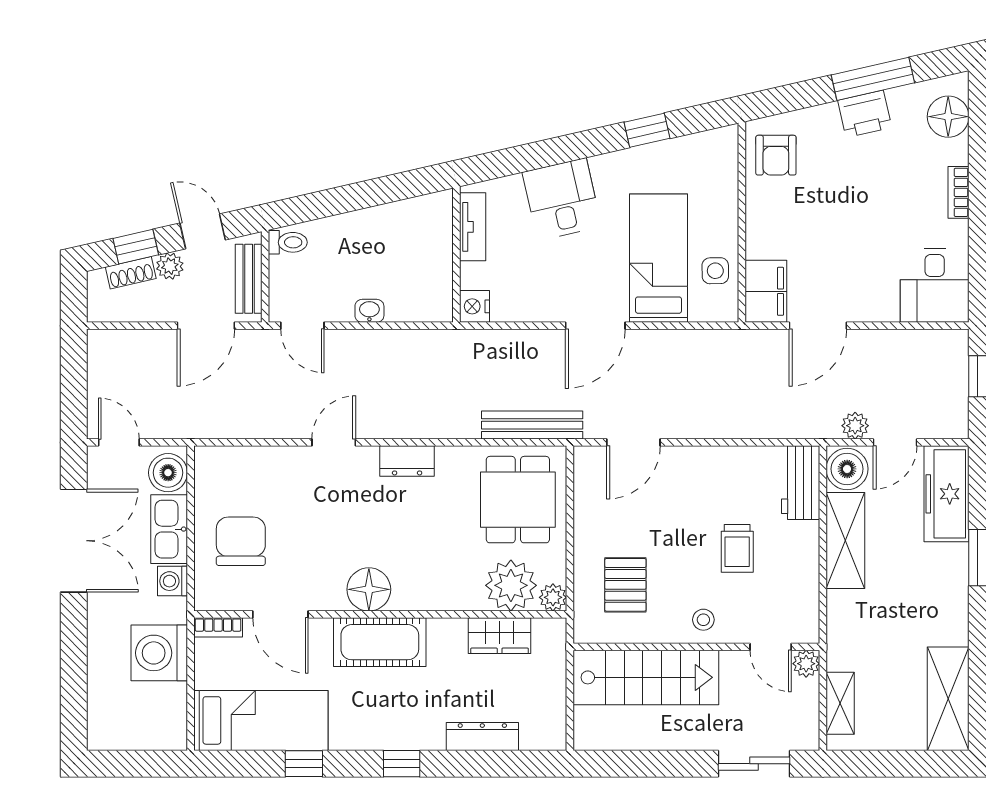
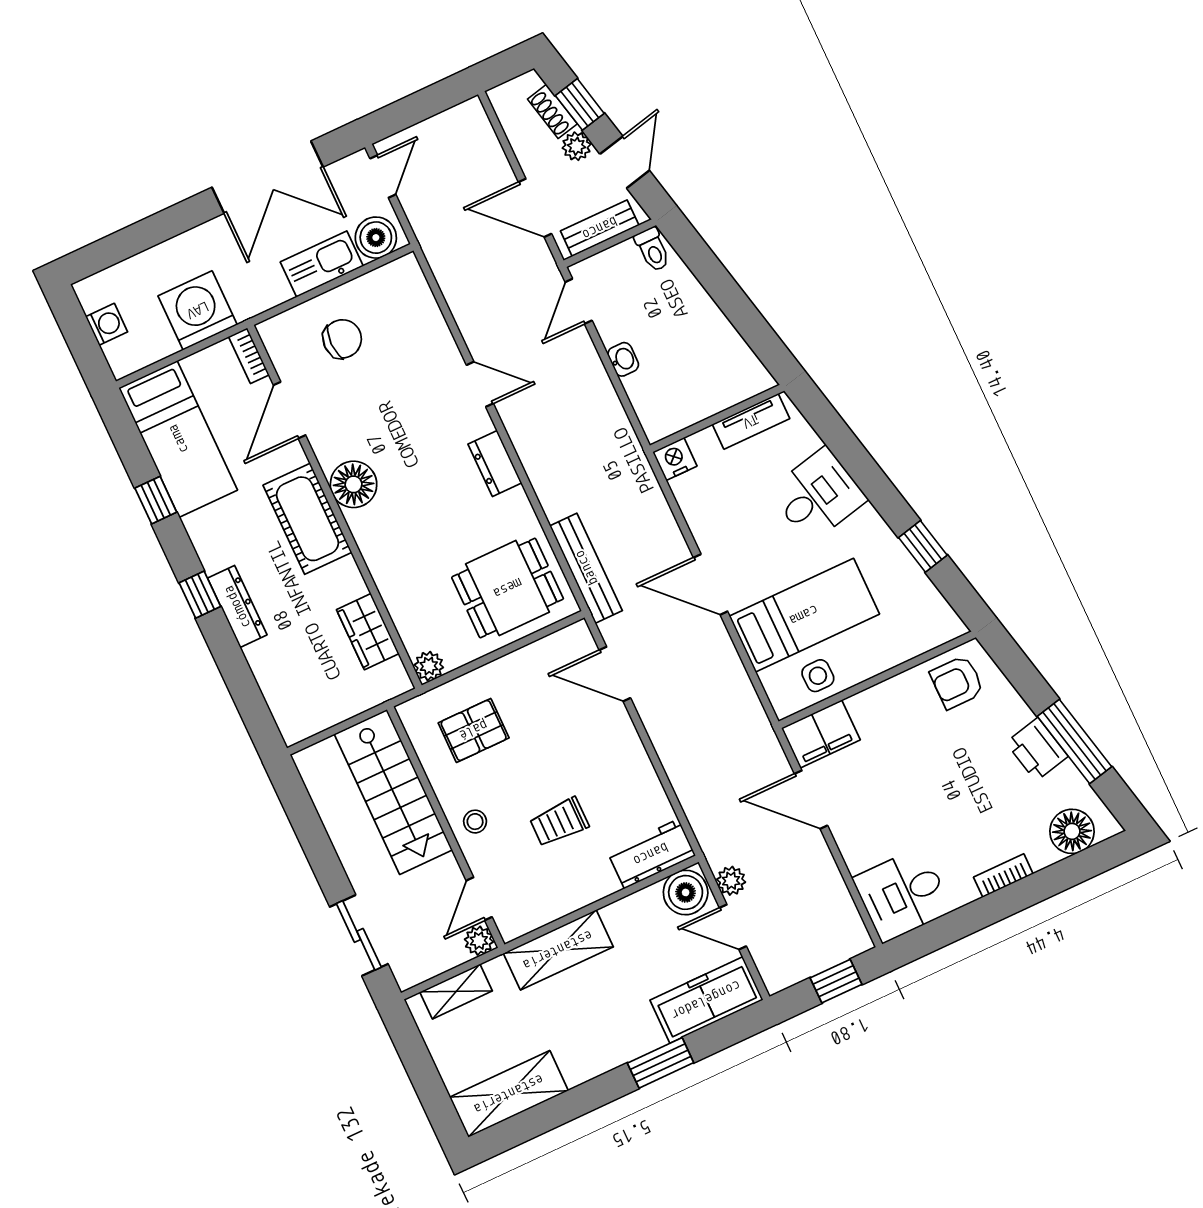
shelving: (845, 540) -> (558, 950), moved
chair: (241, 541) -> (342, 339), width x0.73, depth x0.73
washing machine: (172, 581) -> (107, 324), moved, turned 90
plant: (511, 585) -> (421, 620), removed
dresser: (482, 737) -> (237, 607), moved

